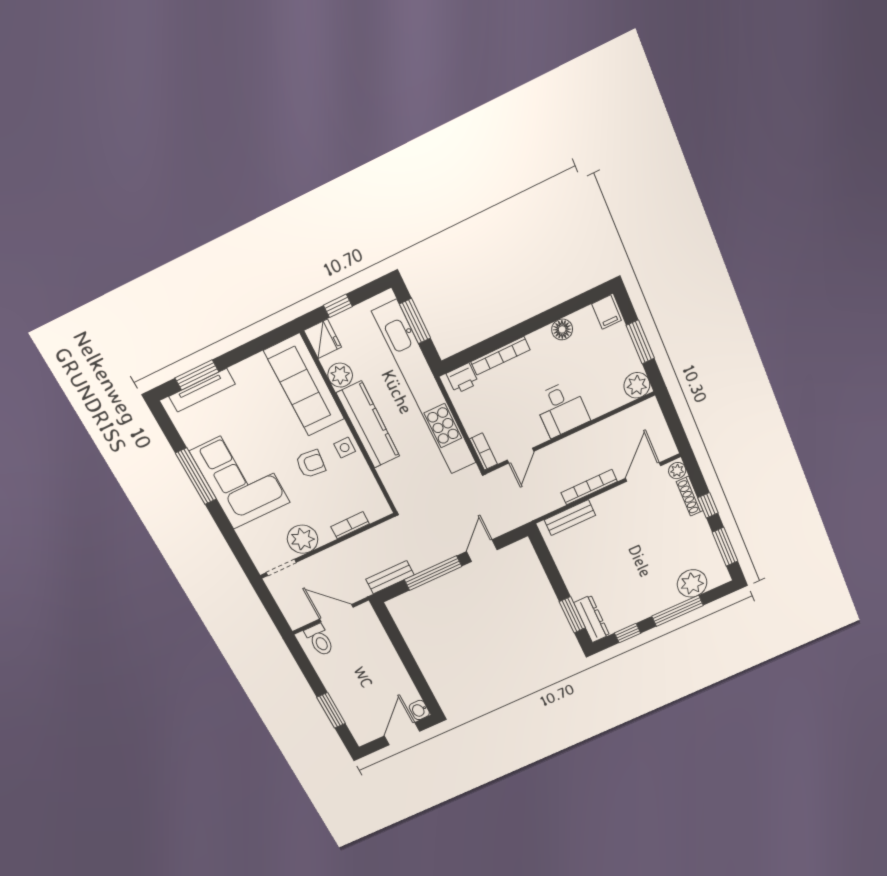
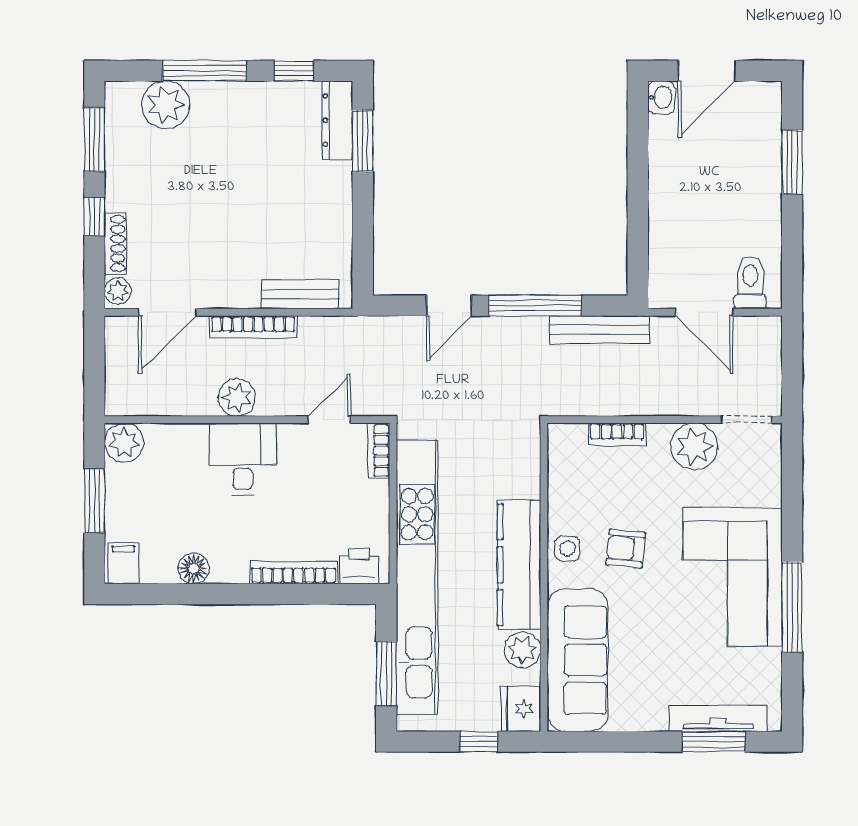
plant: (581, 443) -> (237, 398), added
bench: (390, 577) -> (600, 330), width x1.36

